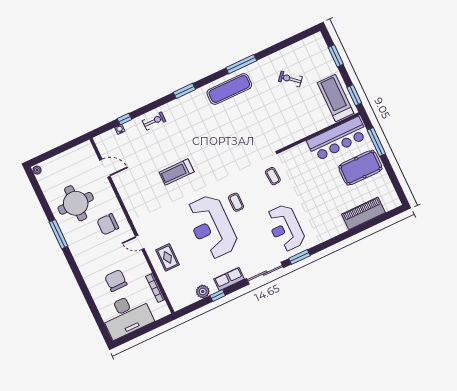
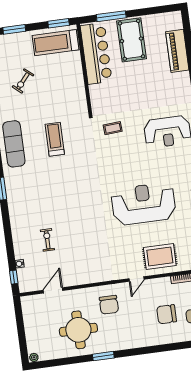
window: (124, 119) -> (14, 277), moved
exercise bike: (154, 121) -> (47, 240), moved
treadmill: (177, 172) -> (55, 139), moved, turned 180
coffee table: (236, 202) -> (127, 172), removed
reception desk: (212, 227) -> (144, 204), turned 180
window: (58, 234) -> (103, 356), width x0.69
rug: (167, 257) -> (160, 257), width x1.36, depth x1.43

